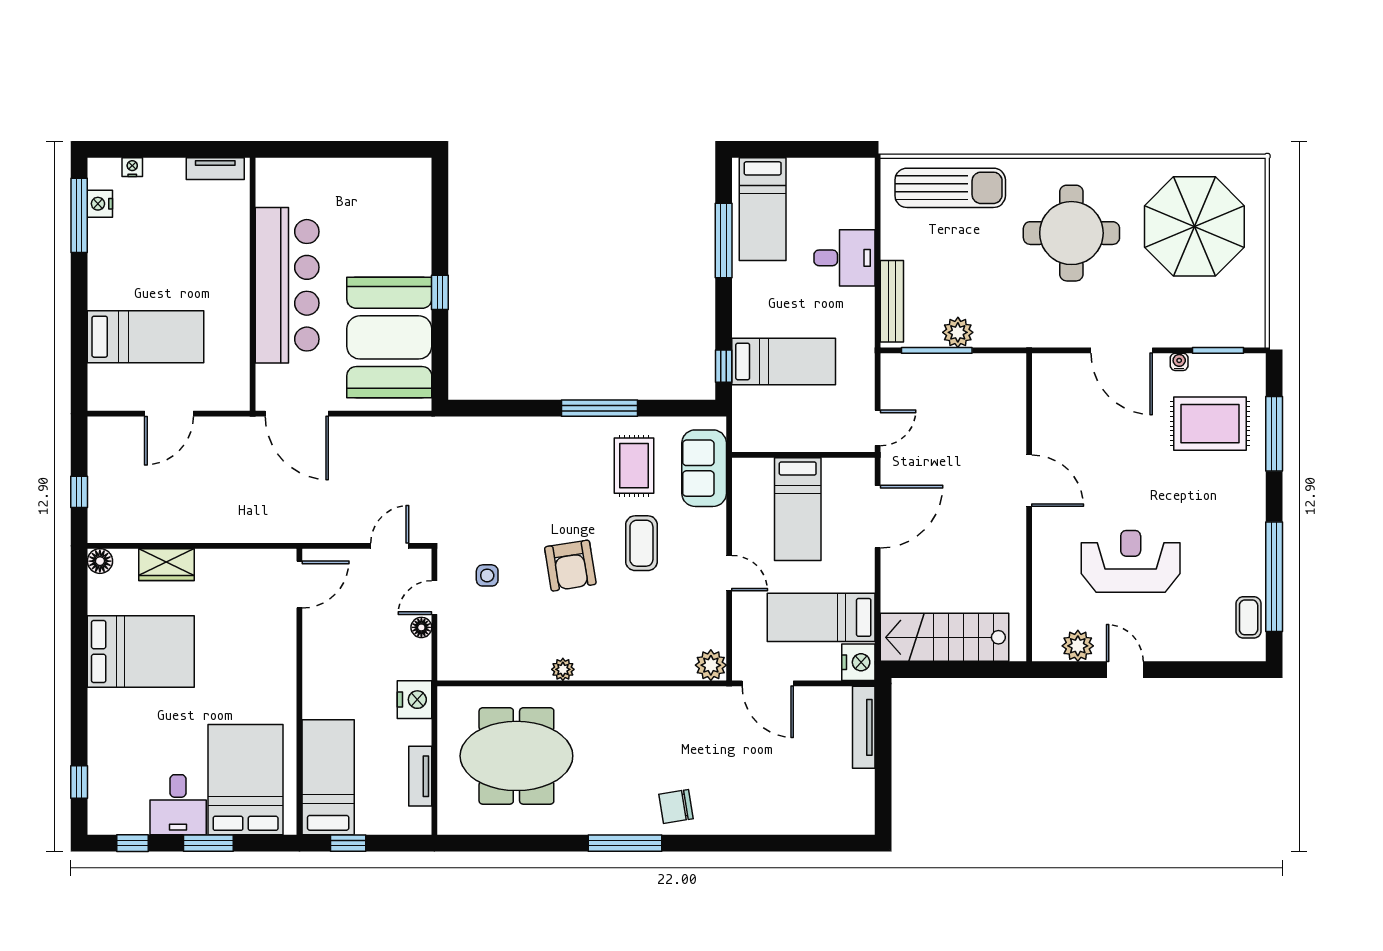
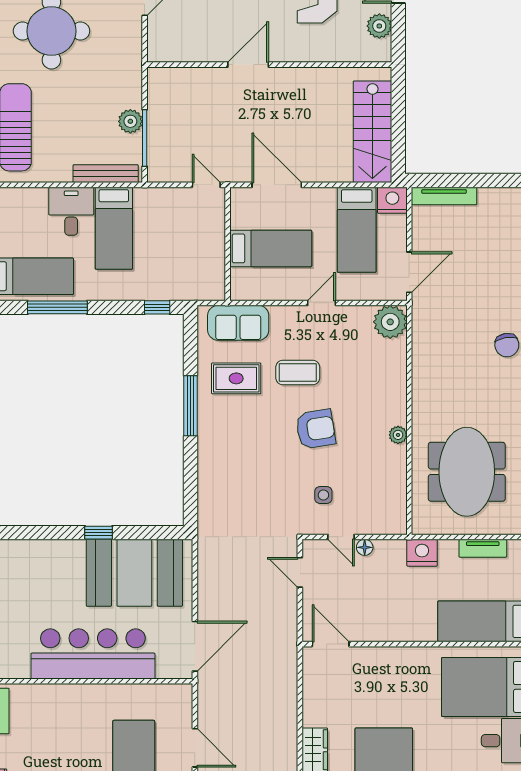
bed: (784, 361) -> (114, 228), moved, turned 180
plant: (711, 665) -> (390, 322), width x1.36, depth x1.36

